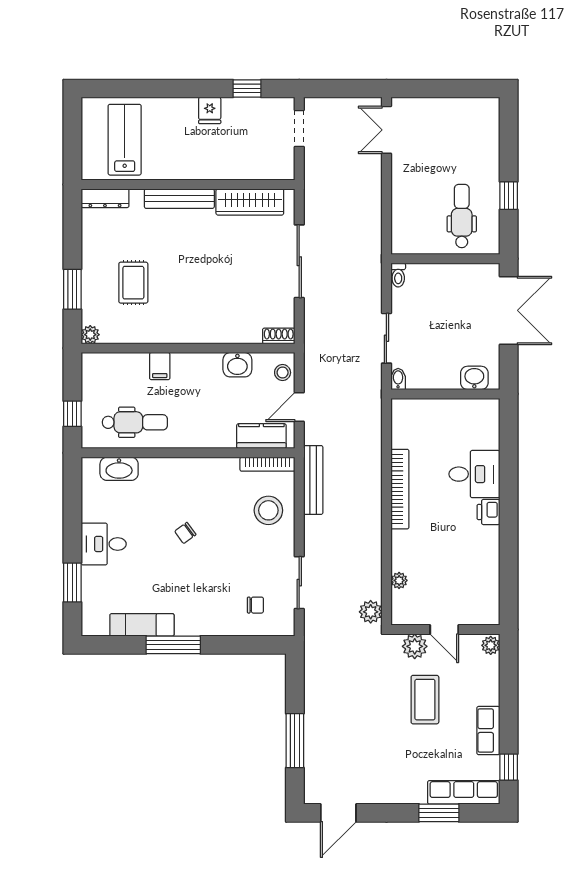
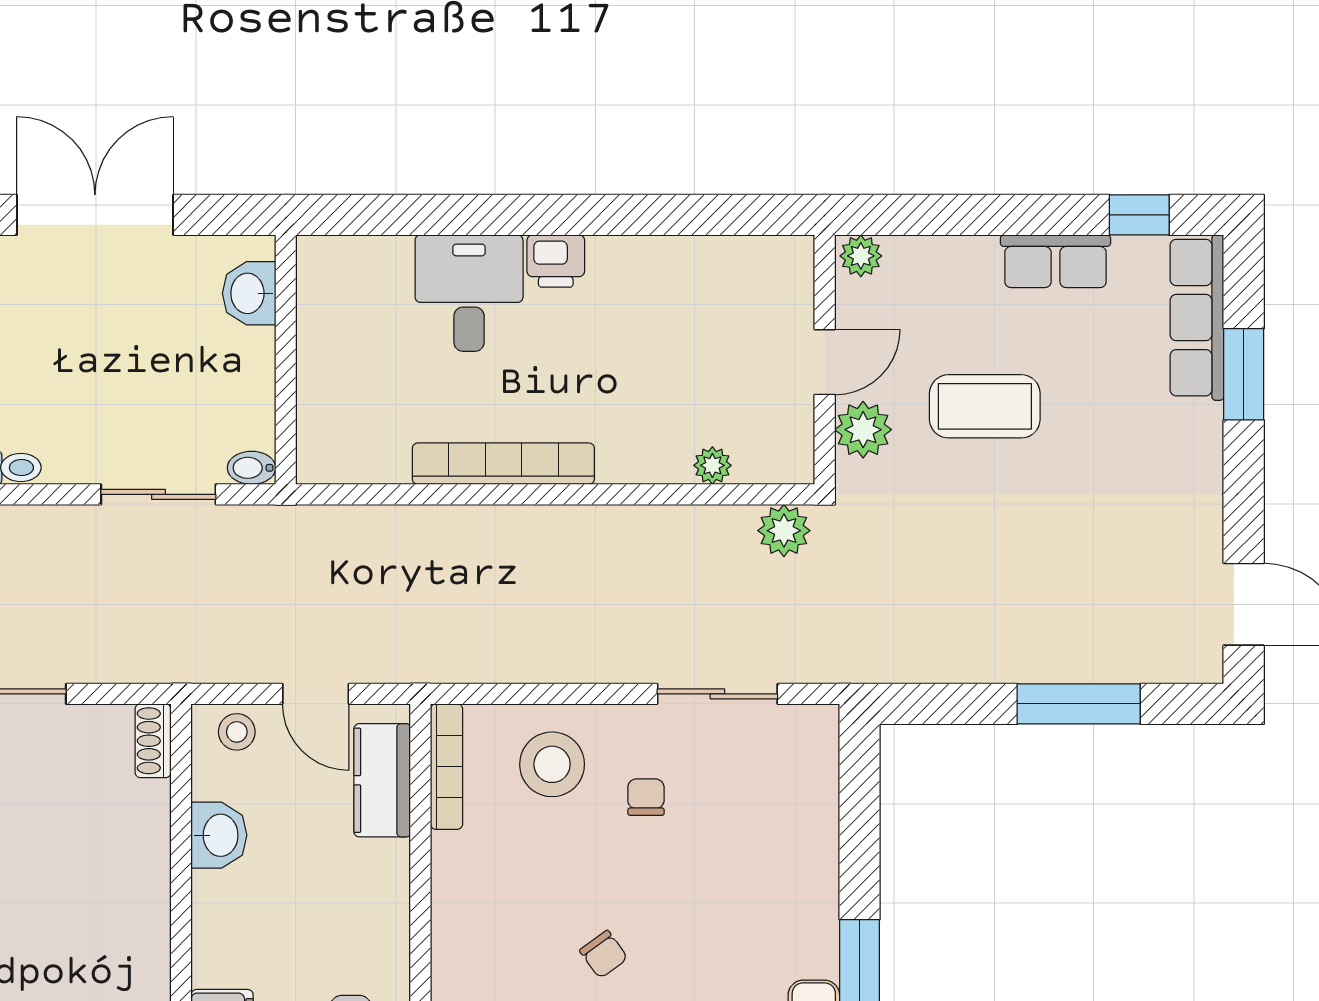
bench: (313, 480) -> (482, 662), removed
chair: (255, 605) -> (646, 797), moved

